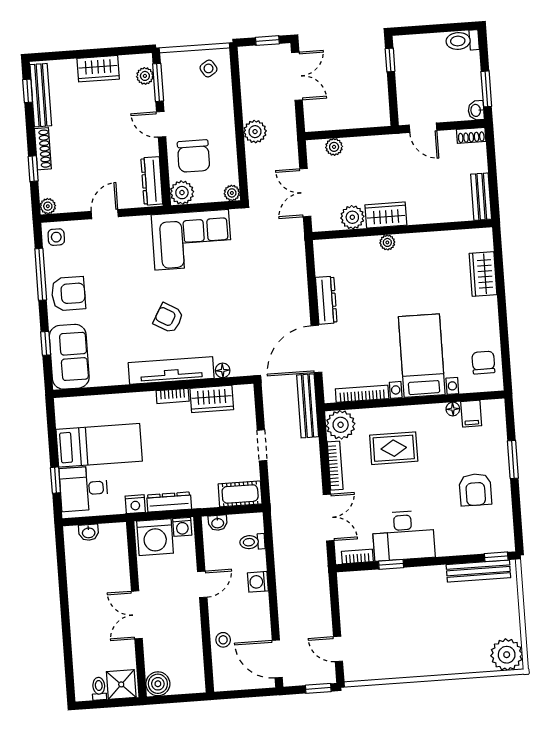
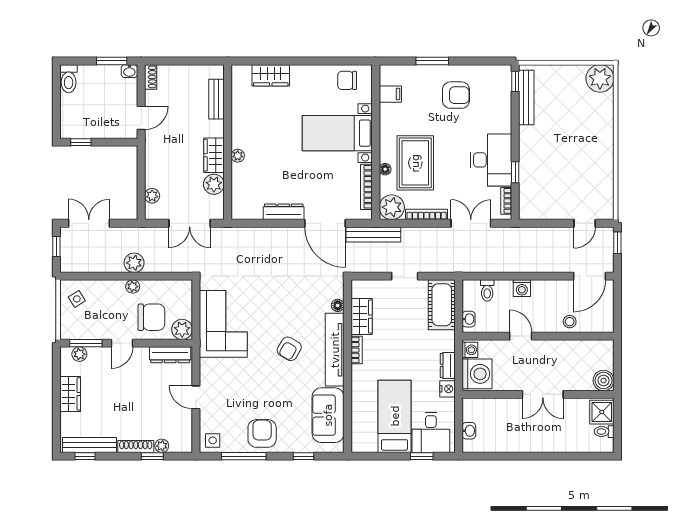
plant: (232, 193) -> (133, 287), moved
bench: (481, 197) -> (216, 99), moved, turned 90
plant: (48, 206) -> (162, 446), moved
sofa: (69, 357) -> (328, 415), moved, turned -90
floor lamp: (453, 409) -> (385, 169), moved
rug: (394, 448) -> (415, 163), width x1.36, depth x1.43
cot: (240, 494) -> (442, 305), width x1.37, depth x1.34
dresser: (169, 502) -> (448, 365), width x0.70

